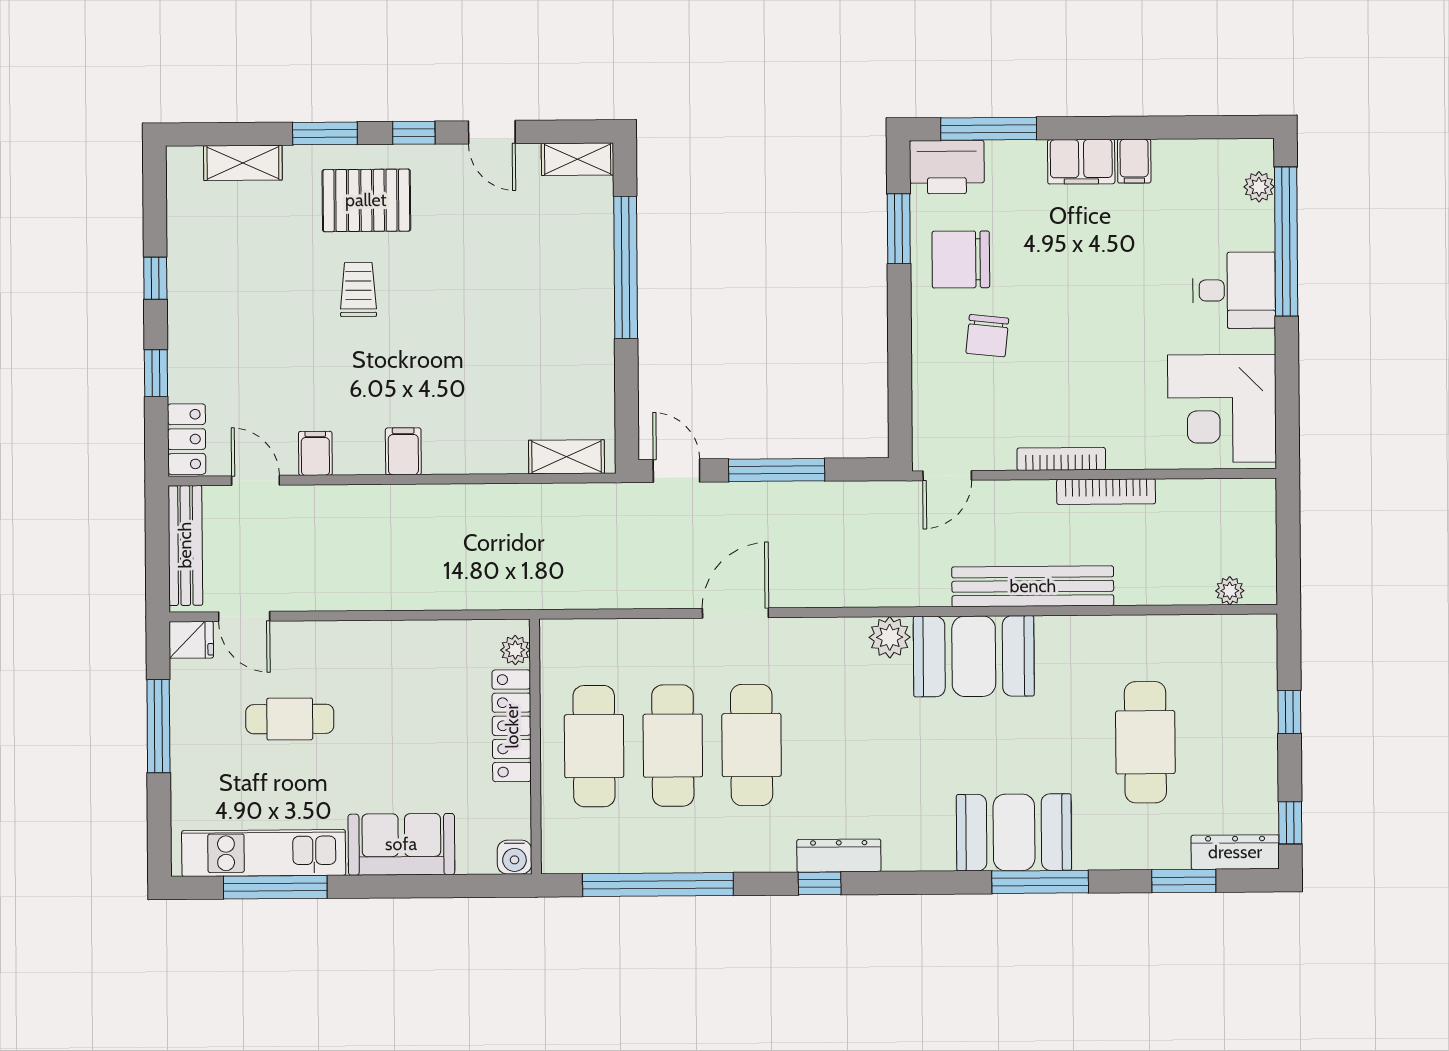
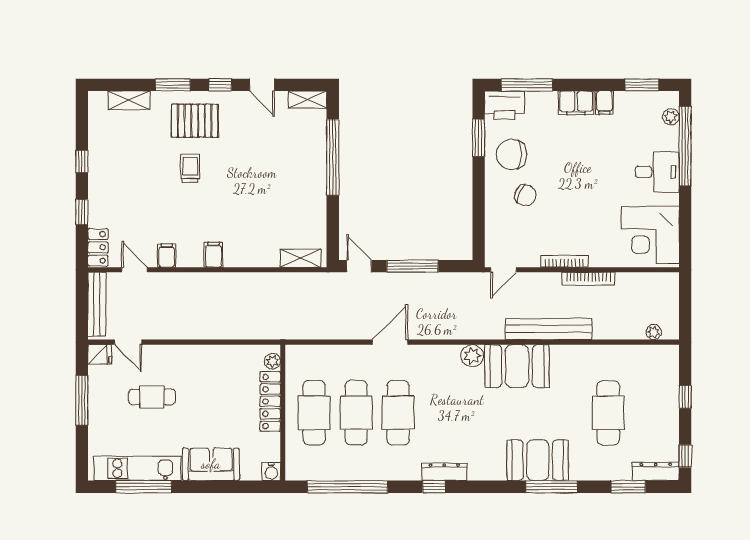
window: (1204, 127) -> (642, 85), added
chair: (987, 336) -> (525, 195), turned -71

